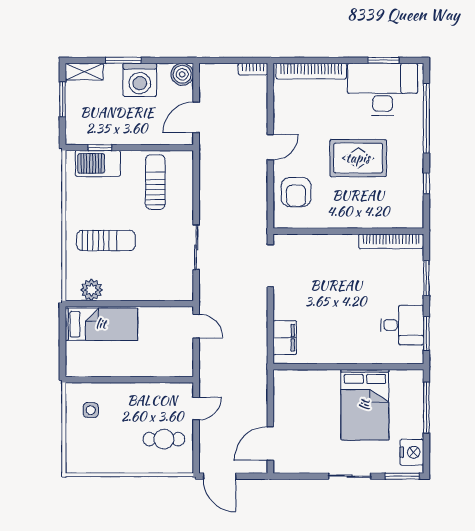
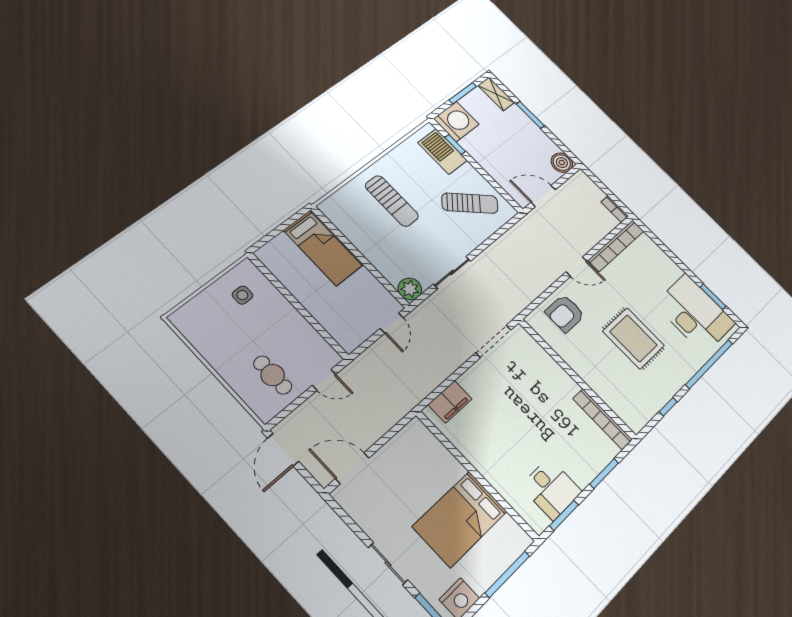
bookcase: (311, 71) -> (616, 246), moved, turned -90
washing machine: (140, 80) -> (456, 122), moved, turned 180
sun lounger: (155, 182) -> (470, 203), turned 42
plant: (91, 290) -> (410, 289), moved

